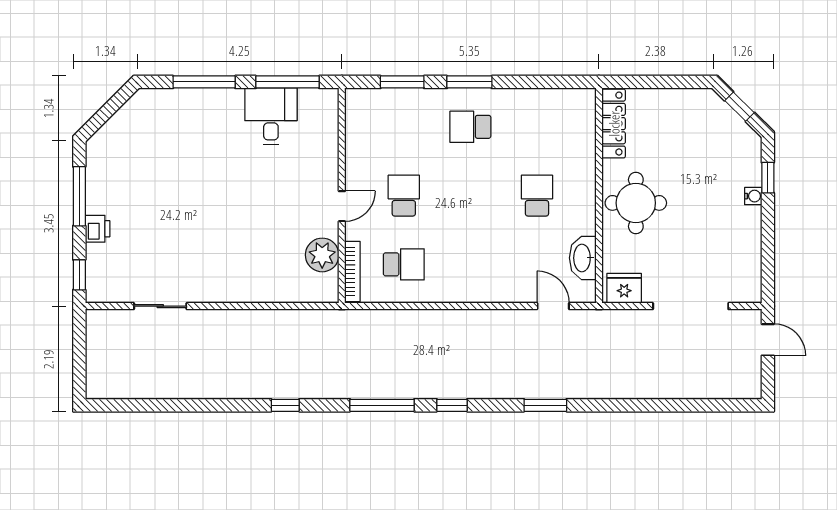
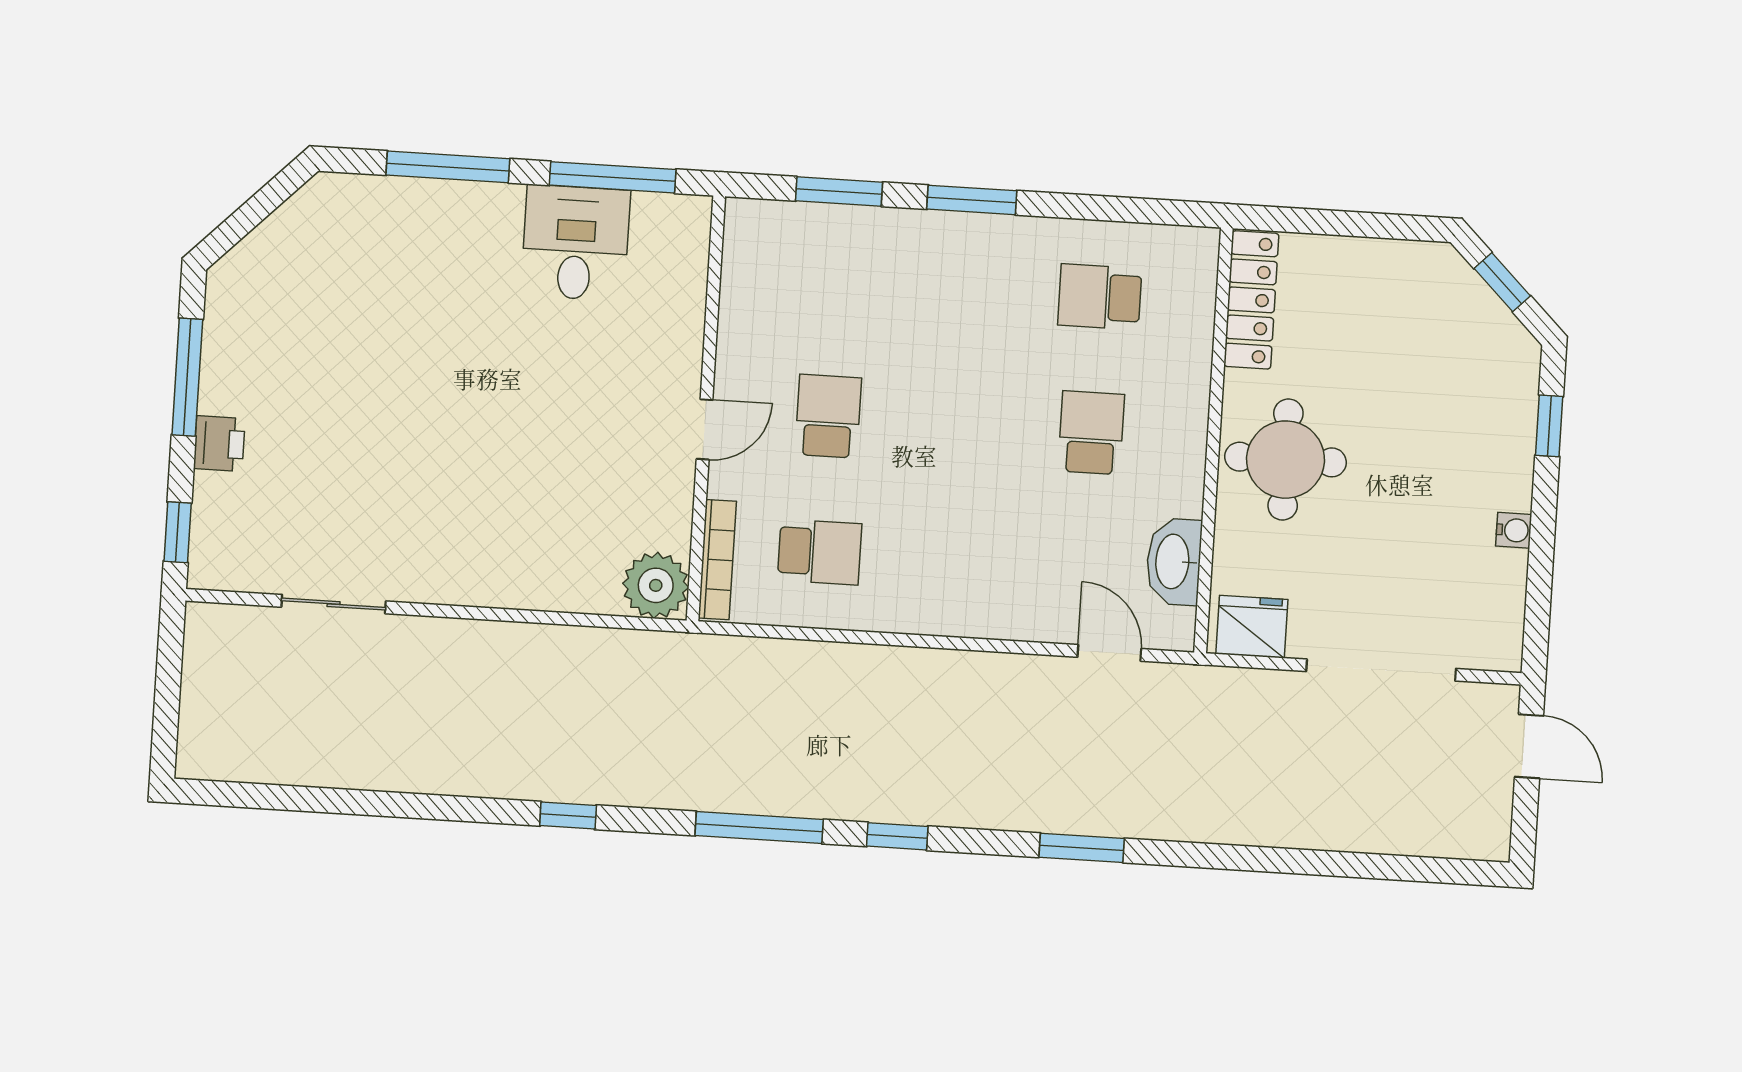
school desk: (470, 127) -> (1100, 297), moved
water cooler: (753, 196) -> (1514, 530), moved
plant: (322, 255) -> (656, 585), moved

